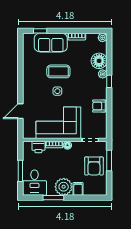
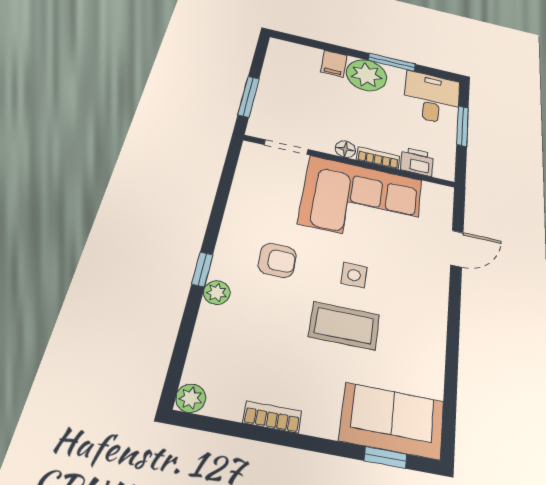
sofa: (51, 43) -> (392, 421), moved
floor lamp: (99, 61) -> (218, 331), removed
armchair: (99, 106) -> (277, 260), moved
armchair: (94, 166) -> (288, 95), removed

